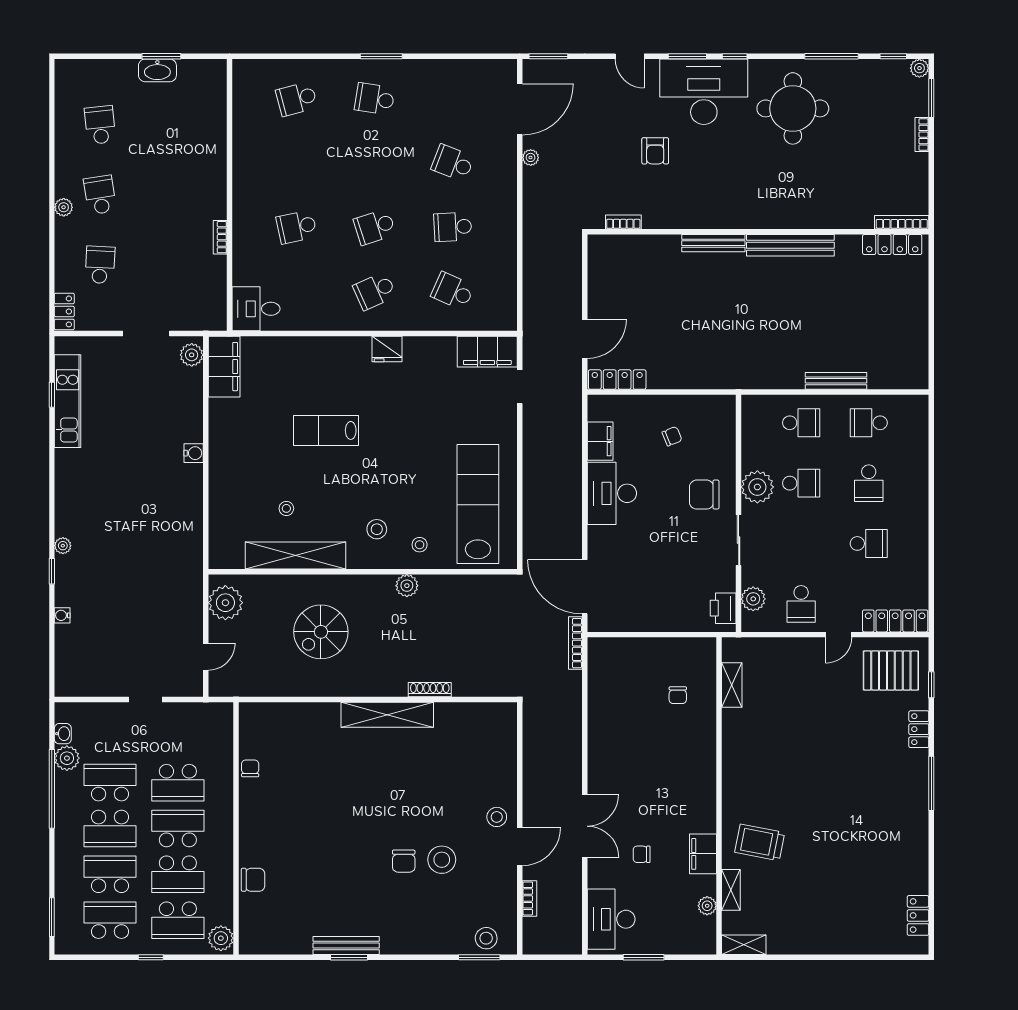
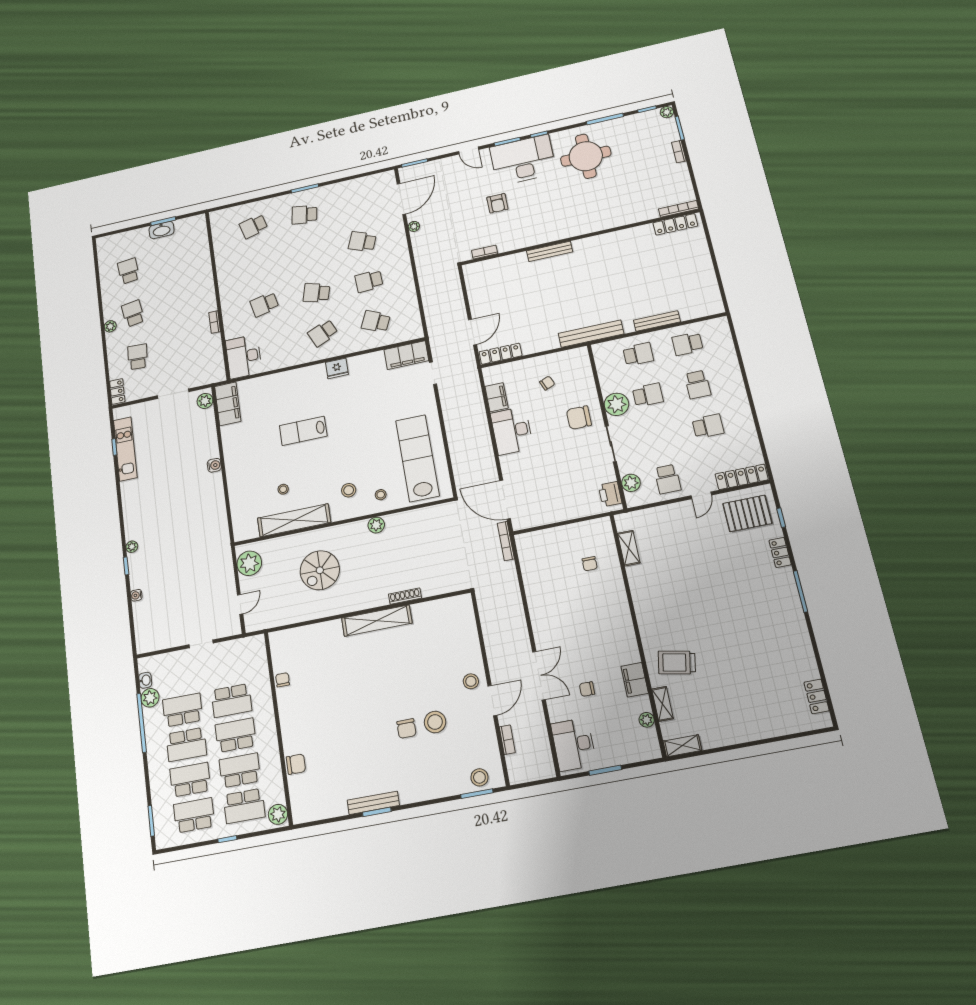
school desk: (375, 227) -> (316, 293), turned 33
bench: (790, 245) -> (591, 334), moved
desk: (256, 309) -> (244, 357), width x1.37
school desk: (178, 874) -> (240, 770), turned 180

